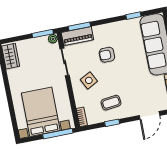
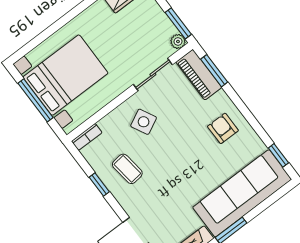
window: (133, 16) -> (278, 155), moved
armchair: (107, 55) -> (223, 128), moved
window: (58, 134) -> (35, 100), moved

